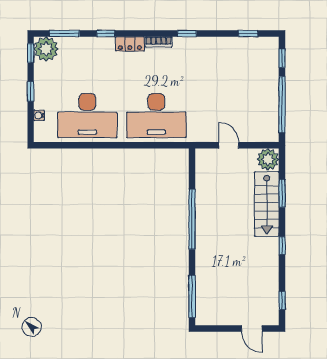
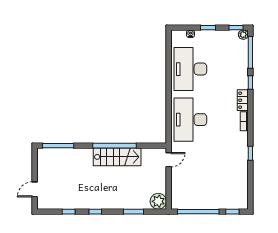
window: (64, 34) -> (250, 52), width x1.44
window: (187, 34) -> (250, 153), moved
window: (248, 34) -> (250, 187), removed
plant: (46, 49) -> (243, 35), width x0.53, depth x0.53
door: (229, 145) -> (169, 160), moved
stairs: (267, 204) -> (117, 157), moved, turned 180
window: (282, 301) -> (69, 212), moved

